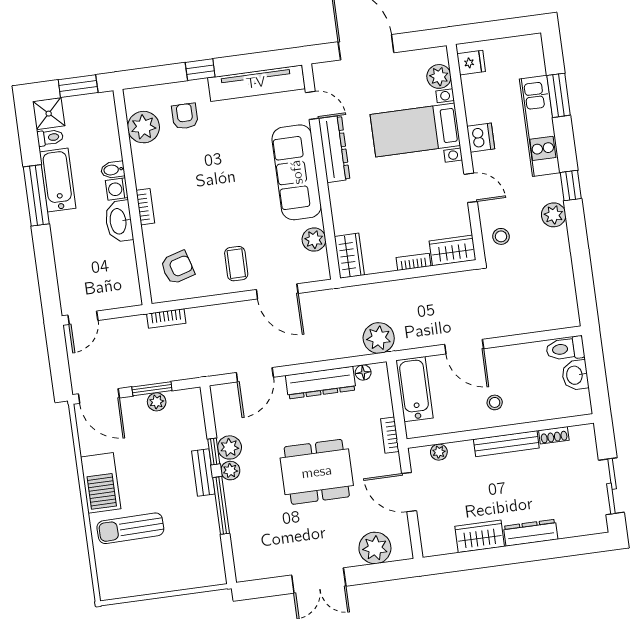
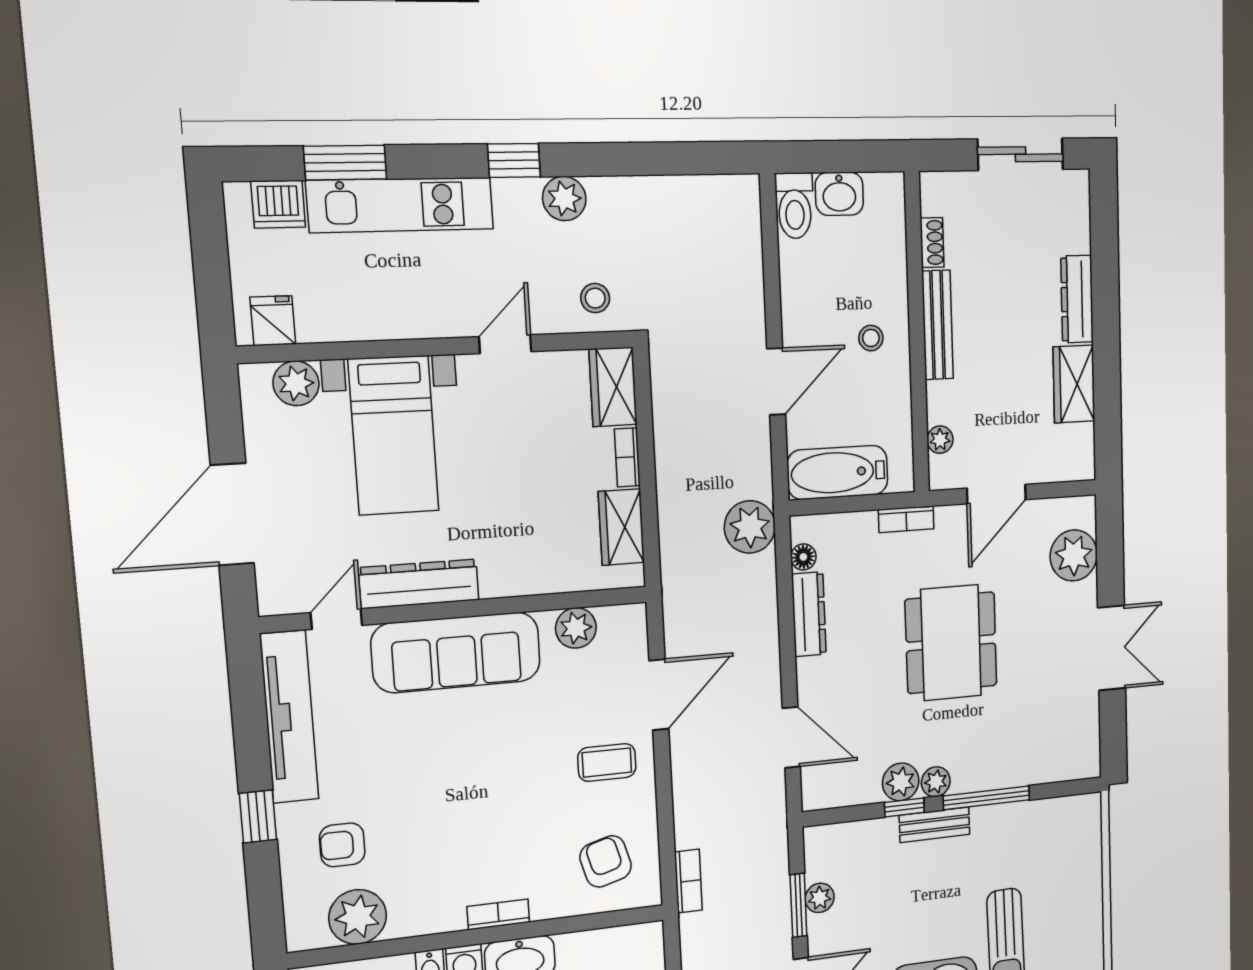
dishwasher: (481, 138) -> (278, 204), moved, turned 180
wardrobe: (349, 256) -> (621, 527), moved, turned -90
dresser: (321, 383) -> (809, 614), width x0.73, depth x0.80

